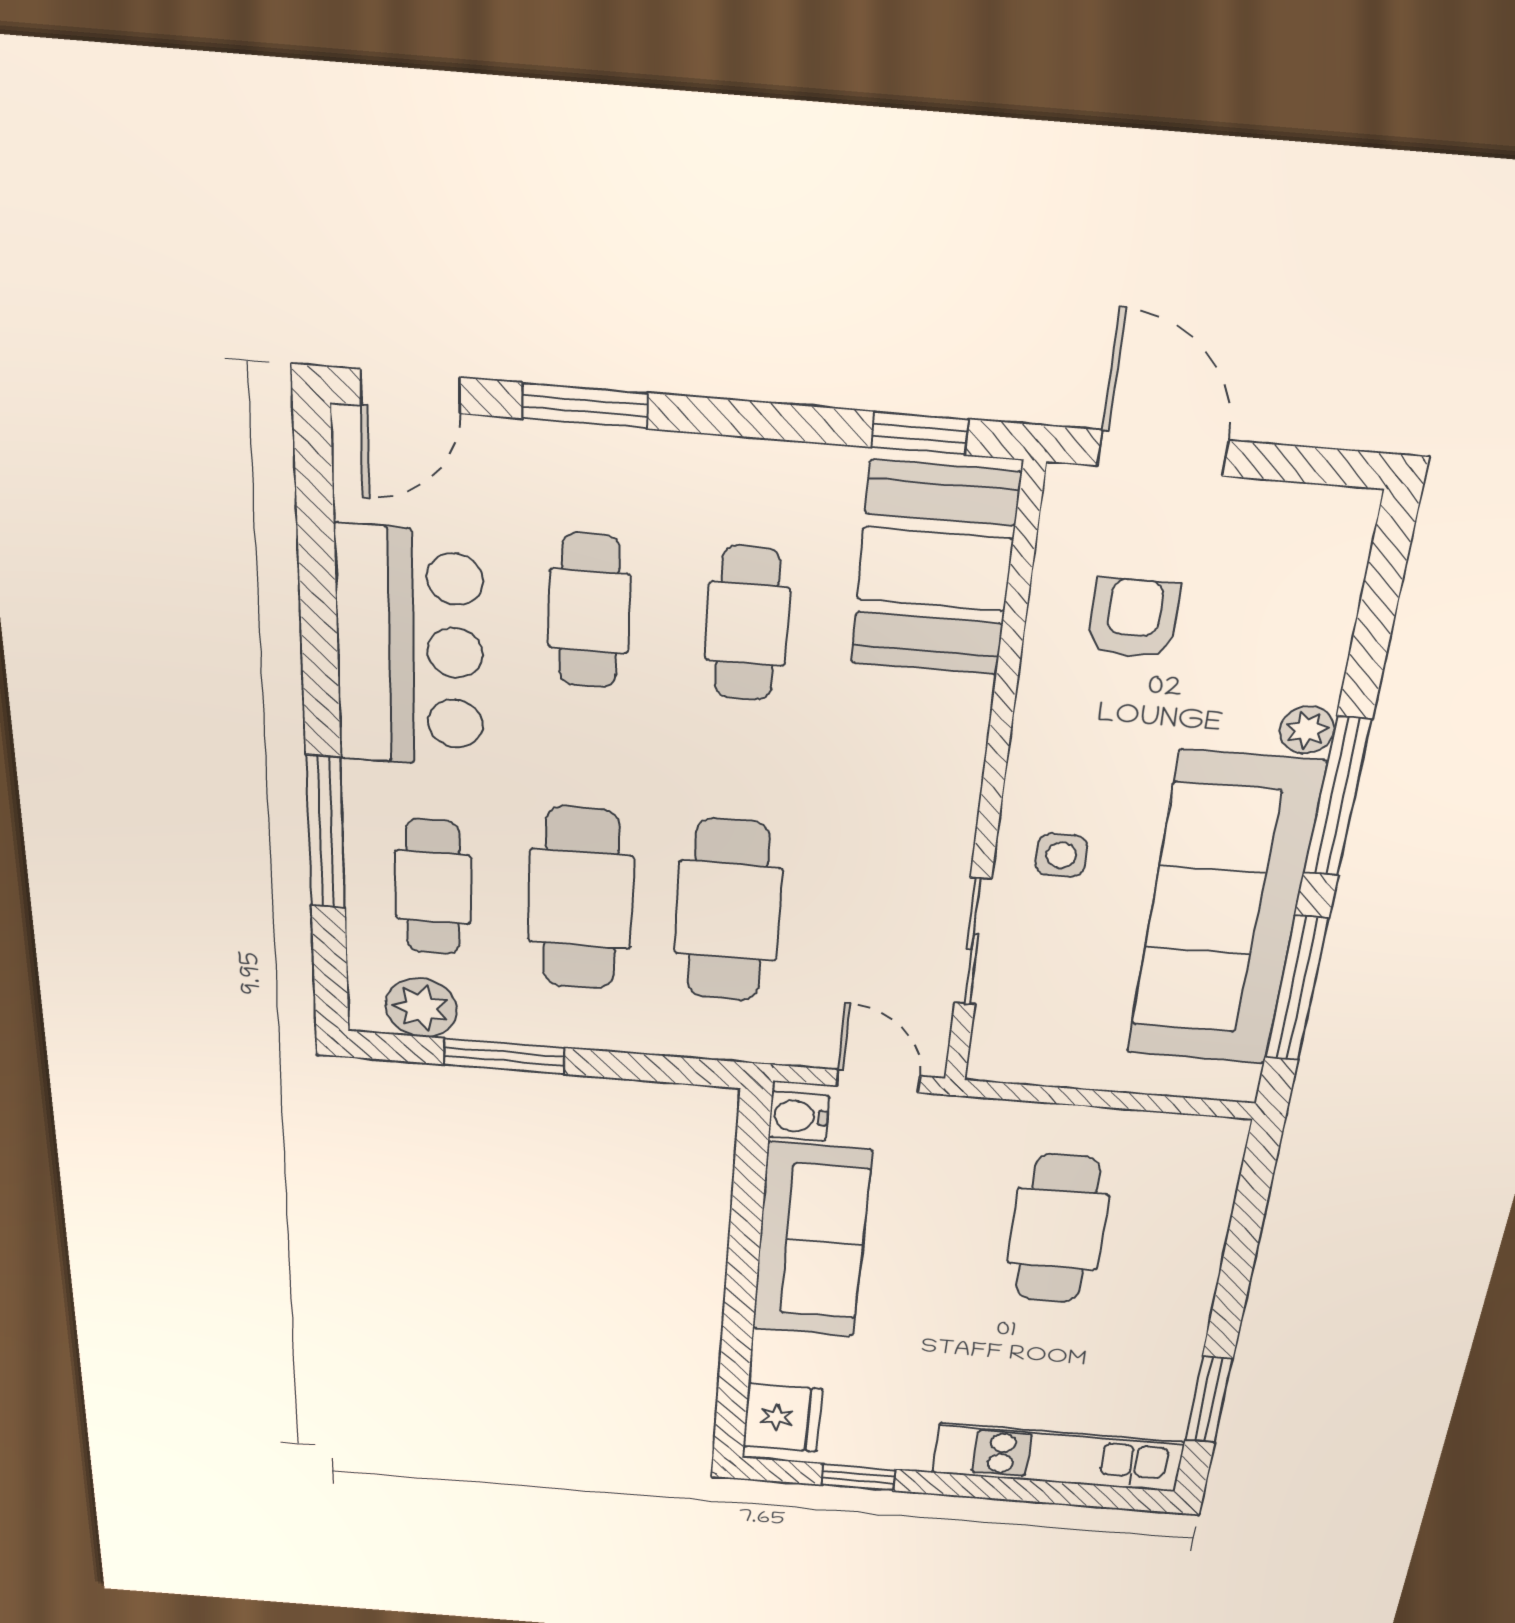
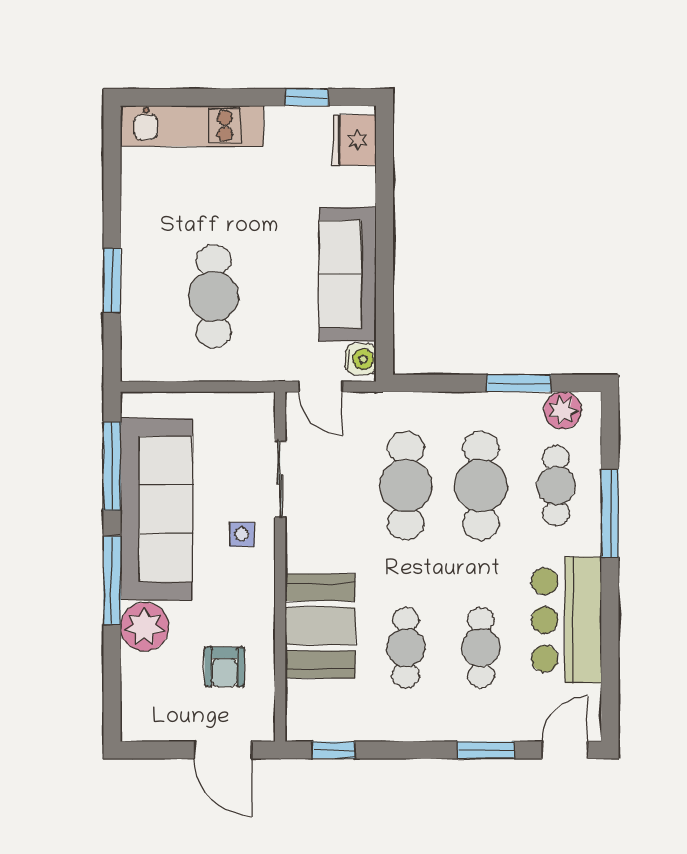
booth: (935, 569) -> (320, 626), moved
plant: (1307, 730) -> (145, 627), width x1.87, depth x1.87
window: (1209, 1400) -> (112, 281), moved

